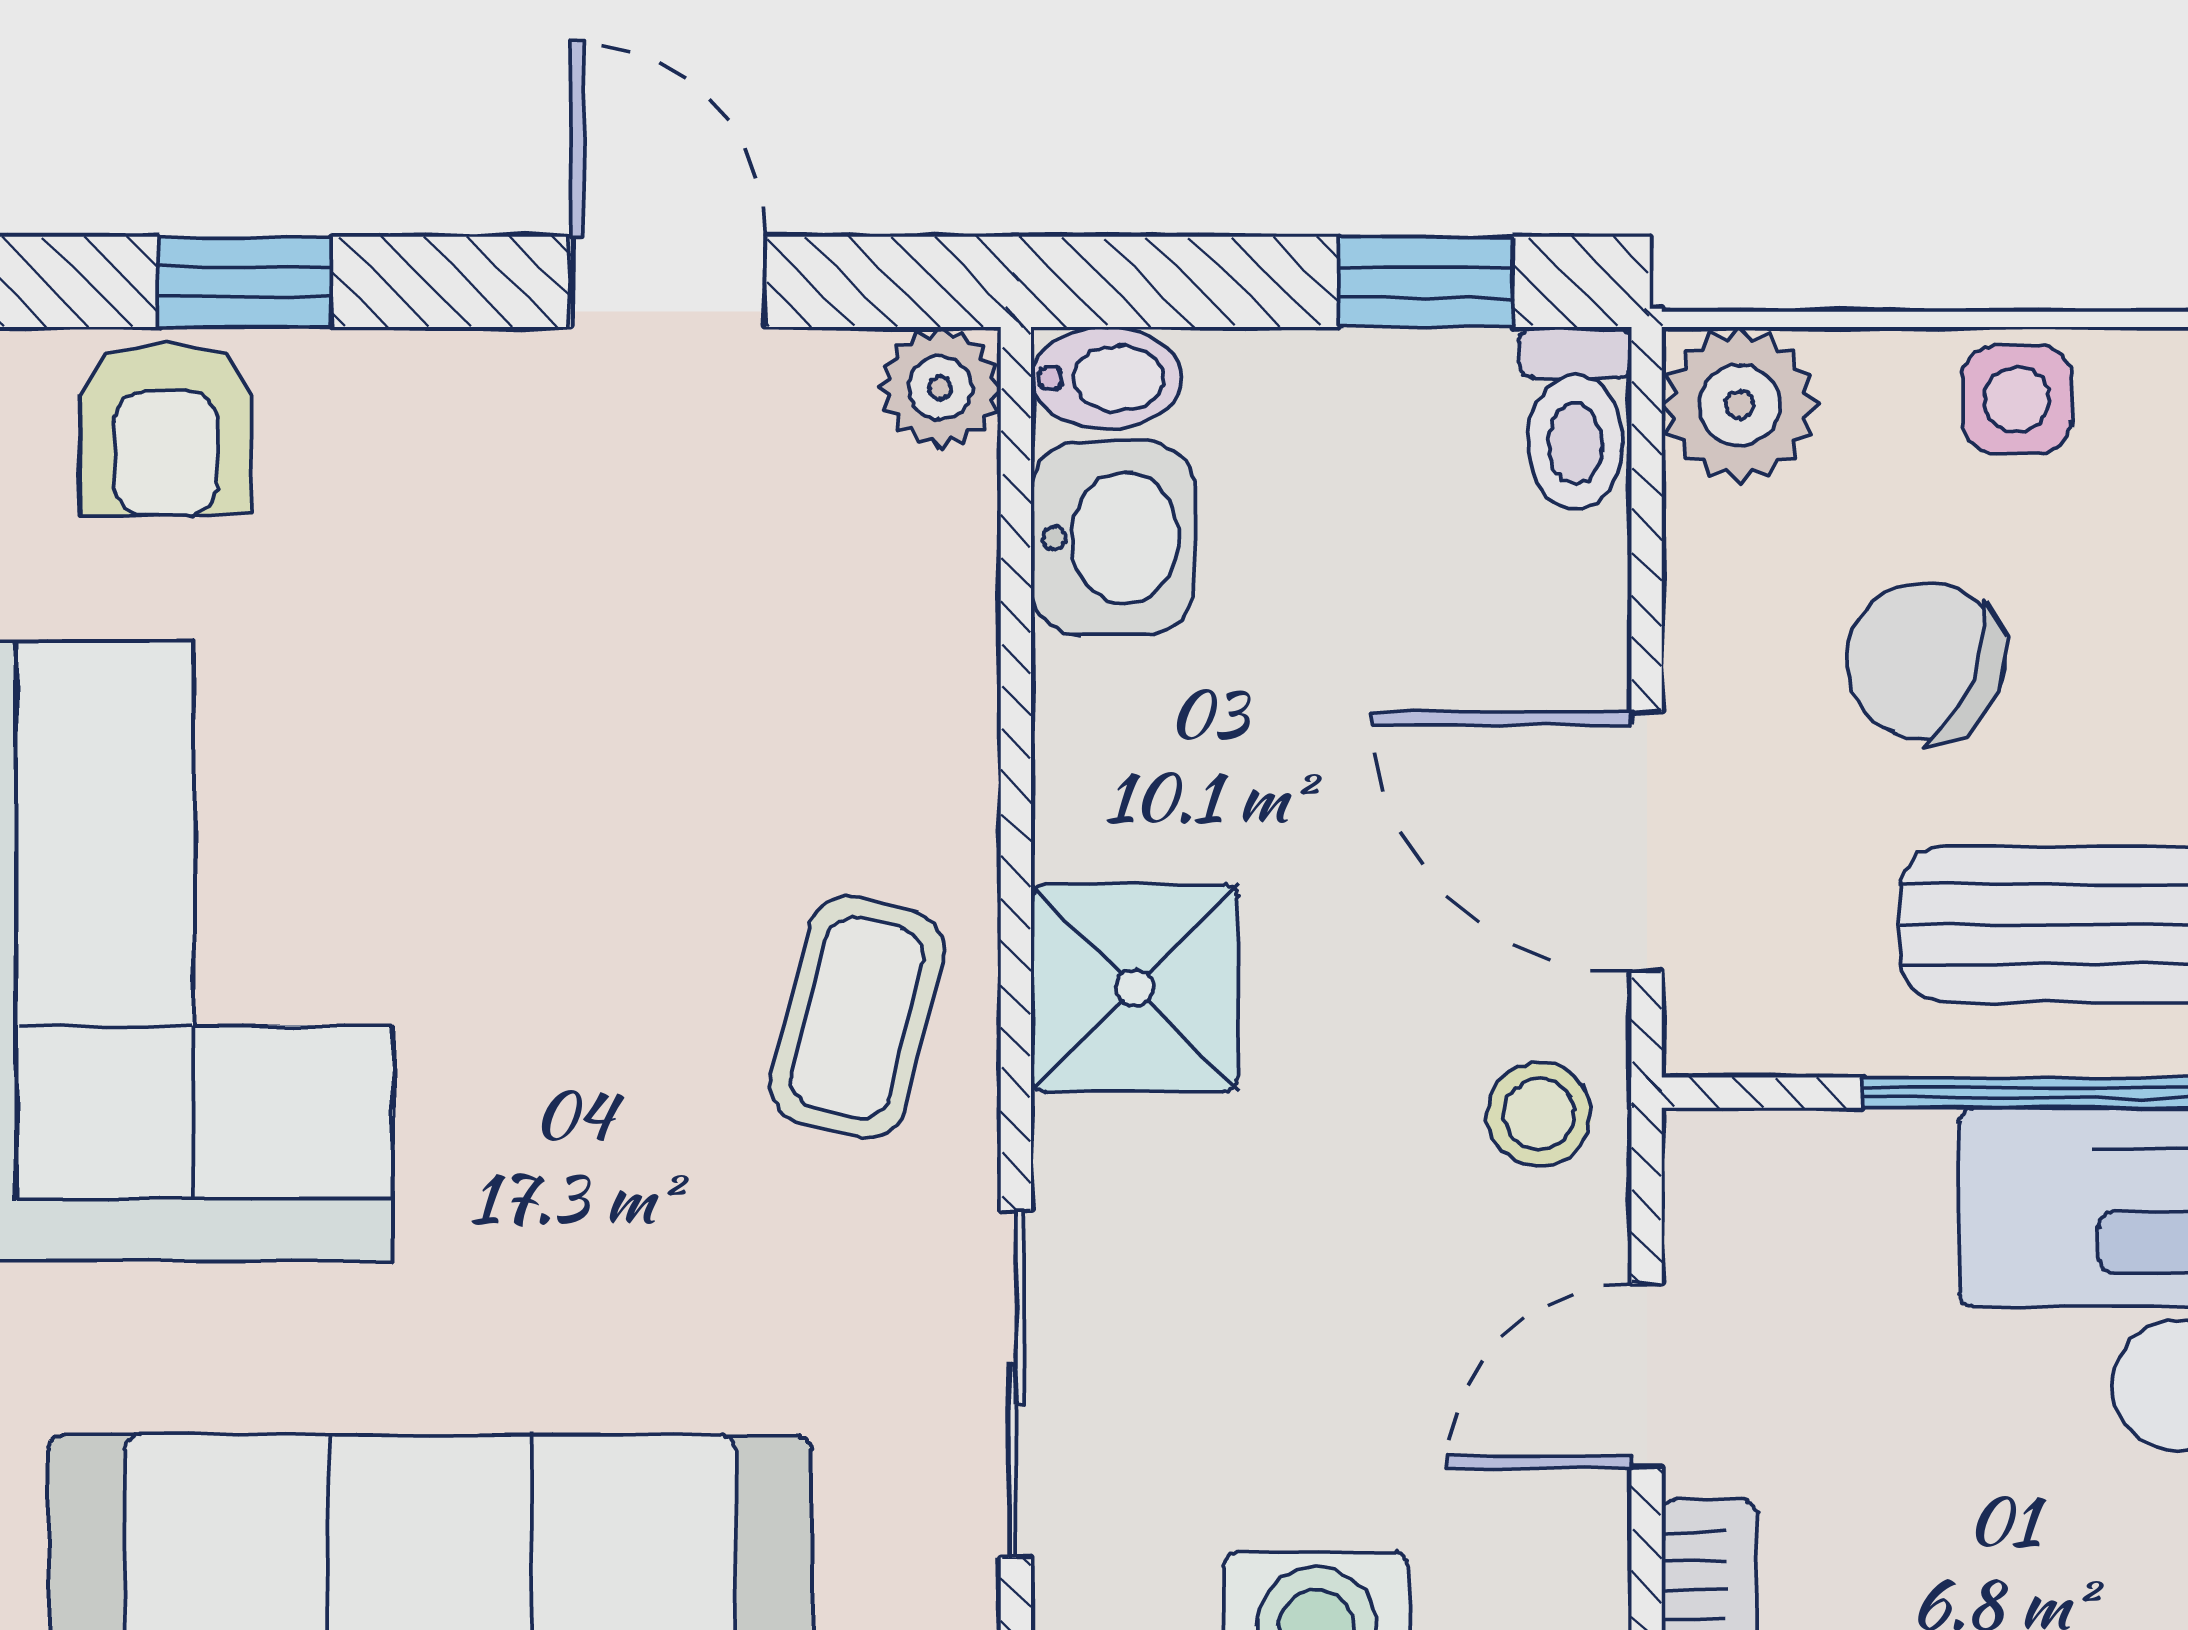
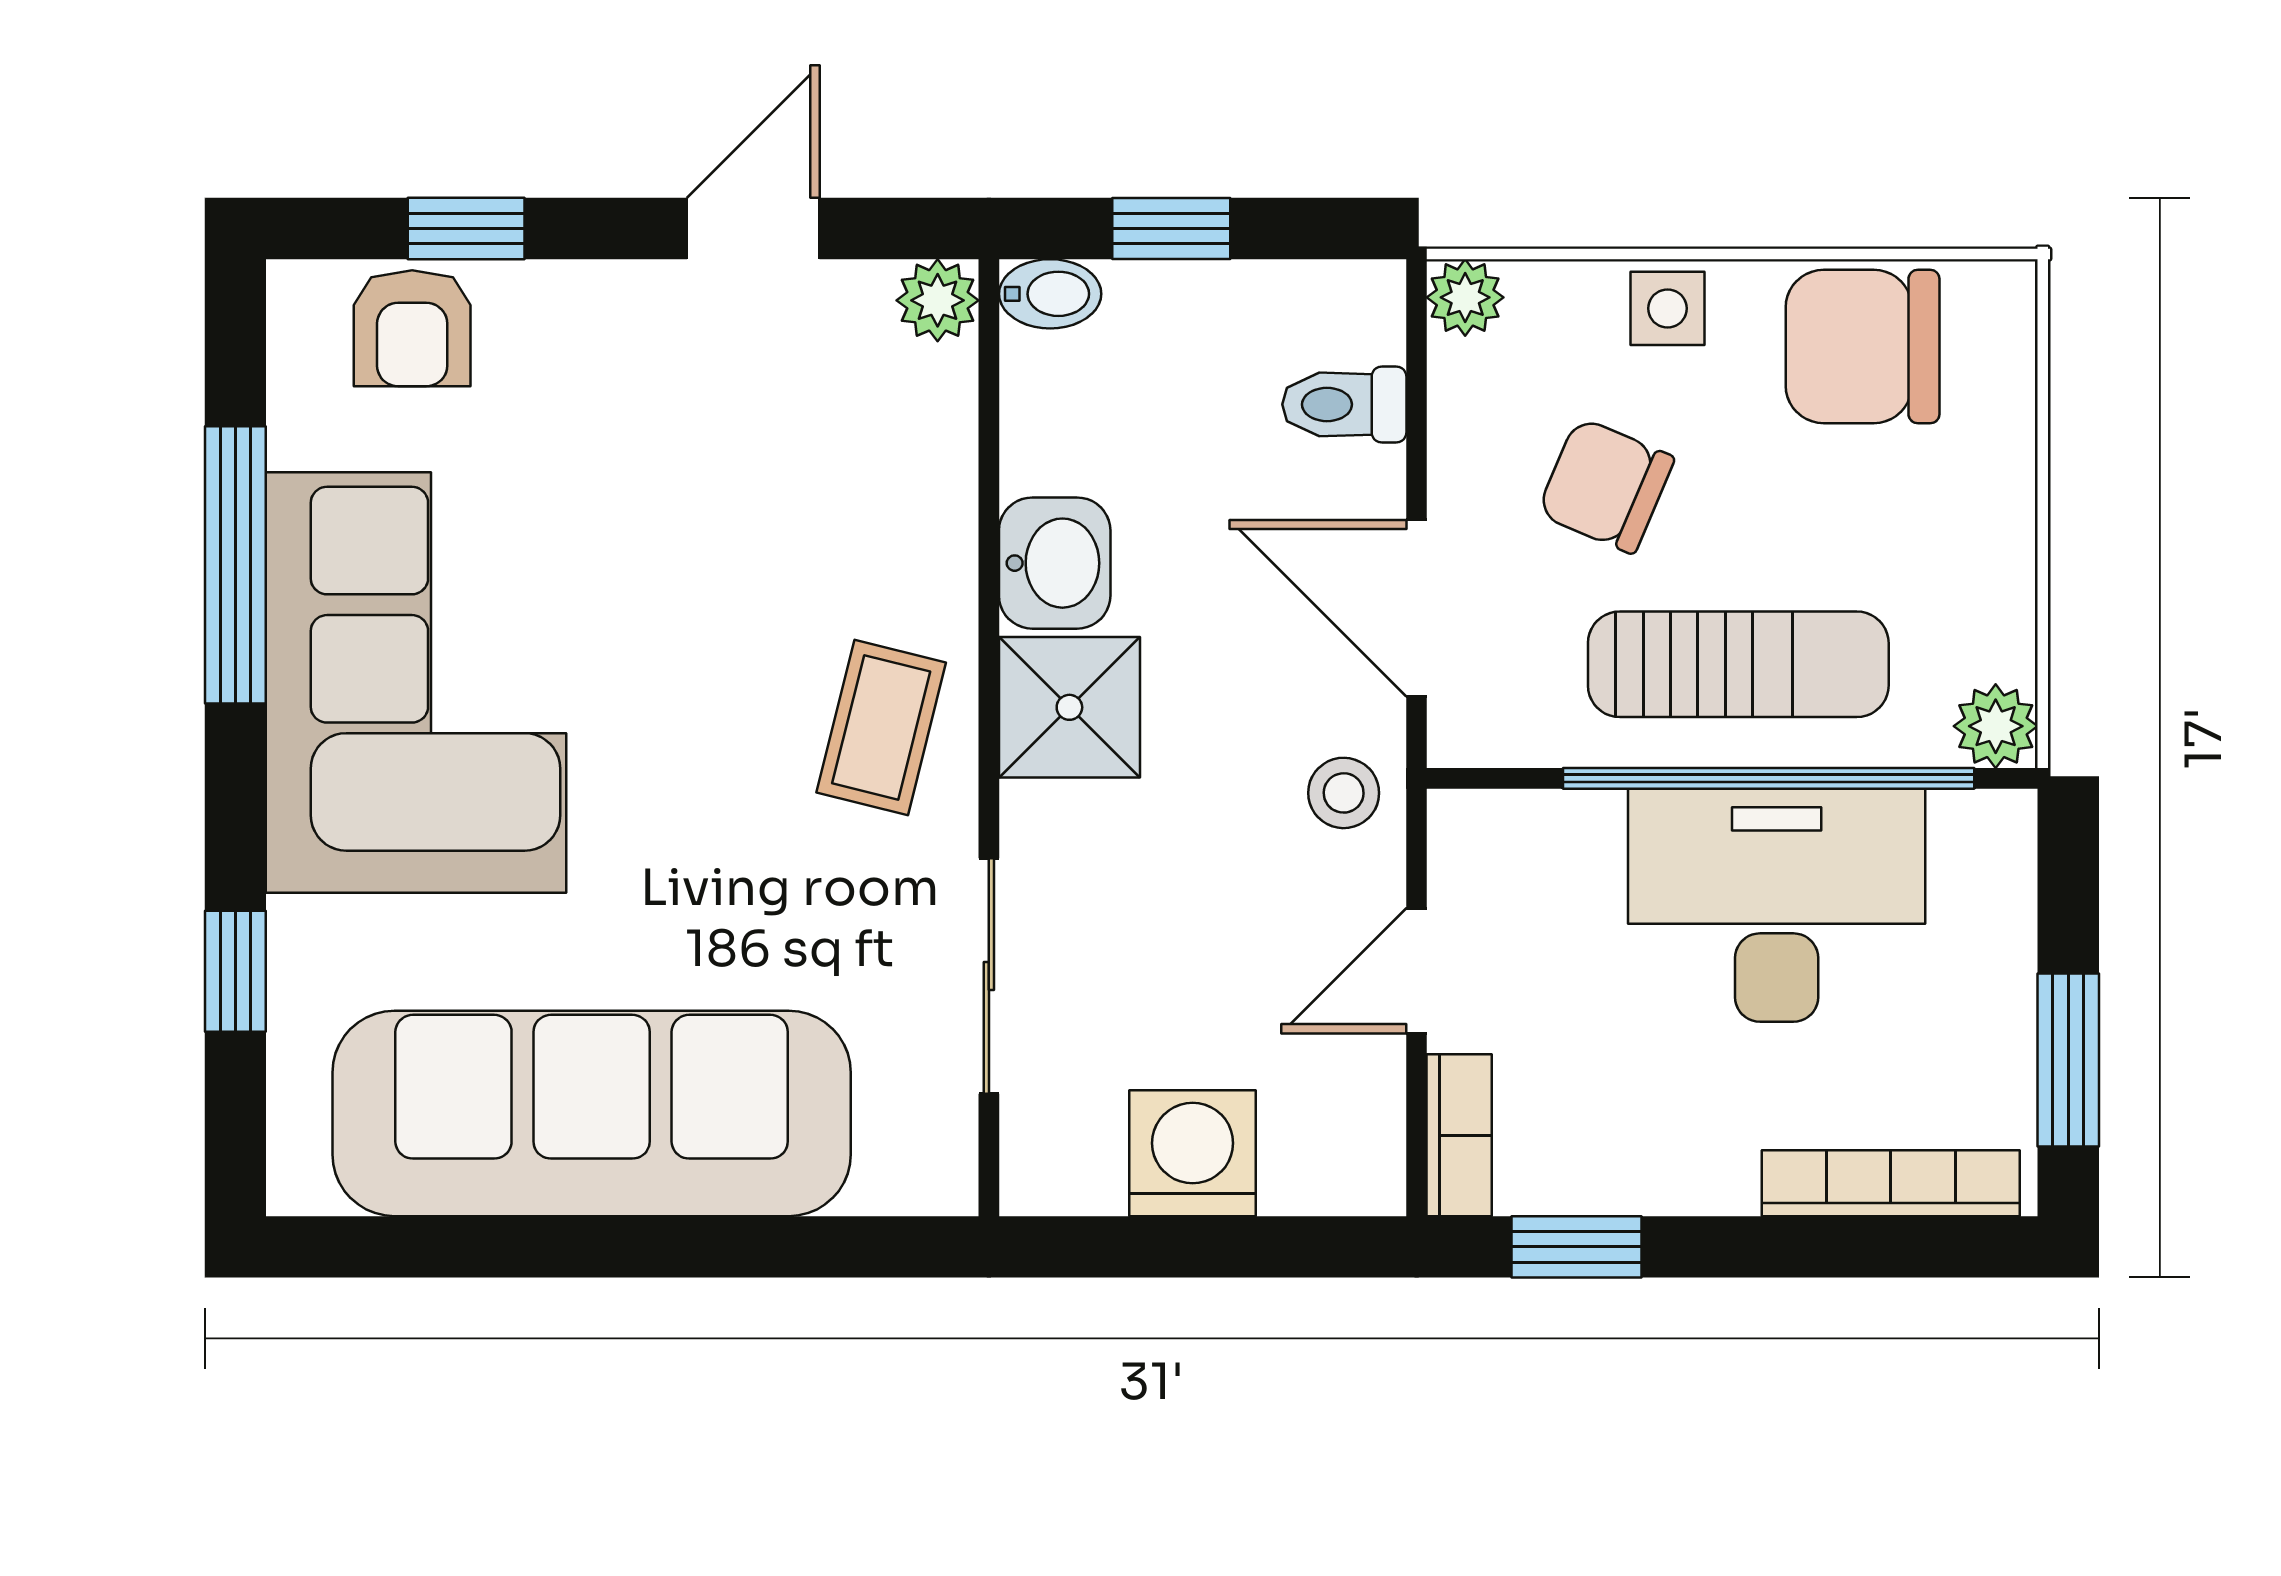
door: (668, 282) -> (753, 229), hinge flipped
window: (1426, 282) -> (1171, 229), moved
plant: (1739, 405) -> (1465, 297), width x0.73, depth x0.73
toilet: (1575, 418) -> (1344, 404), moved, turned 90
washbasin: (1113, 538) -> (1055, 563), moved

